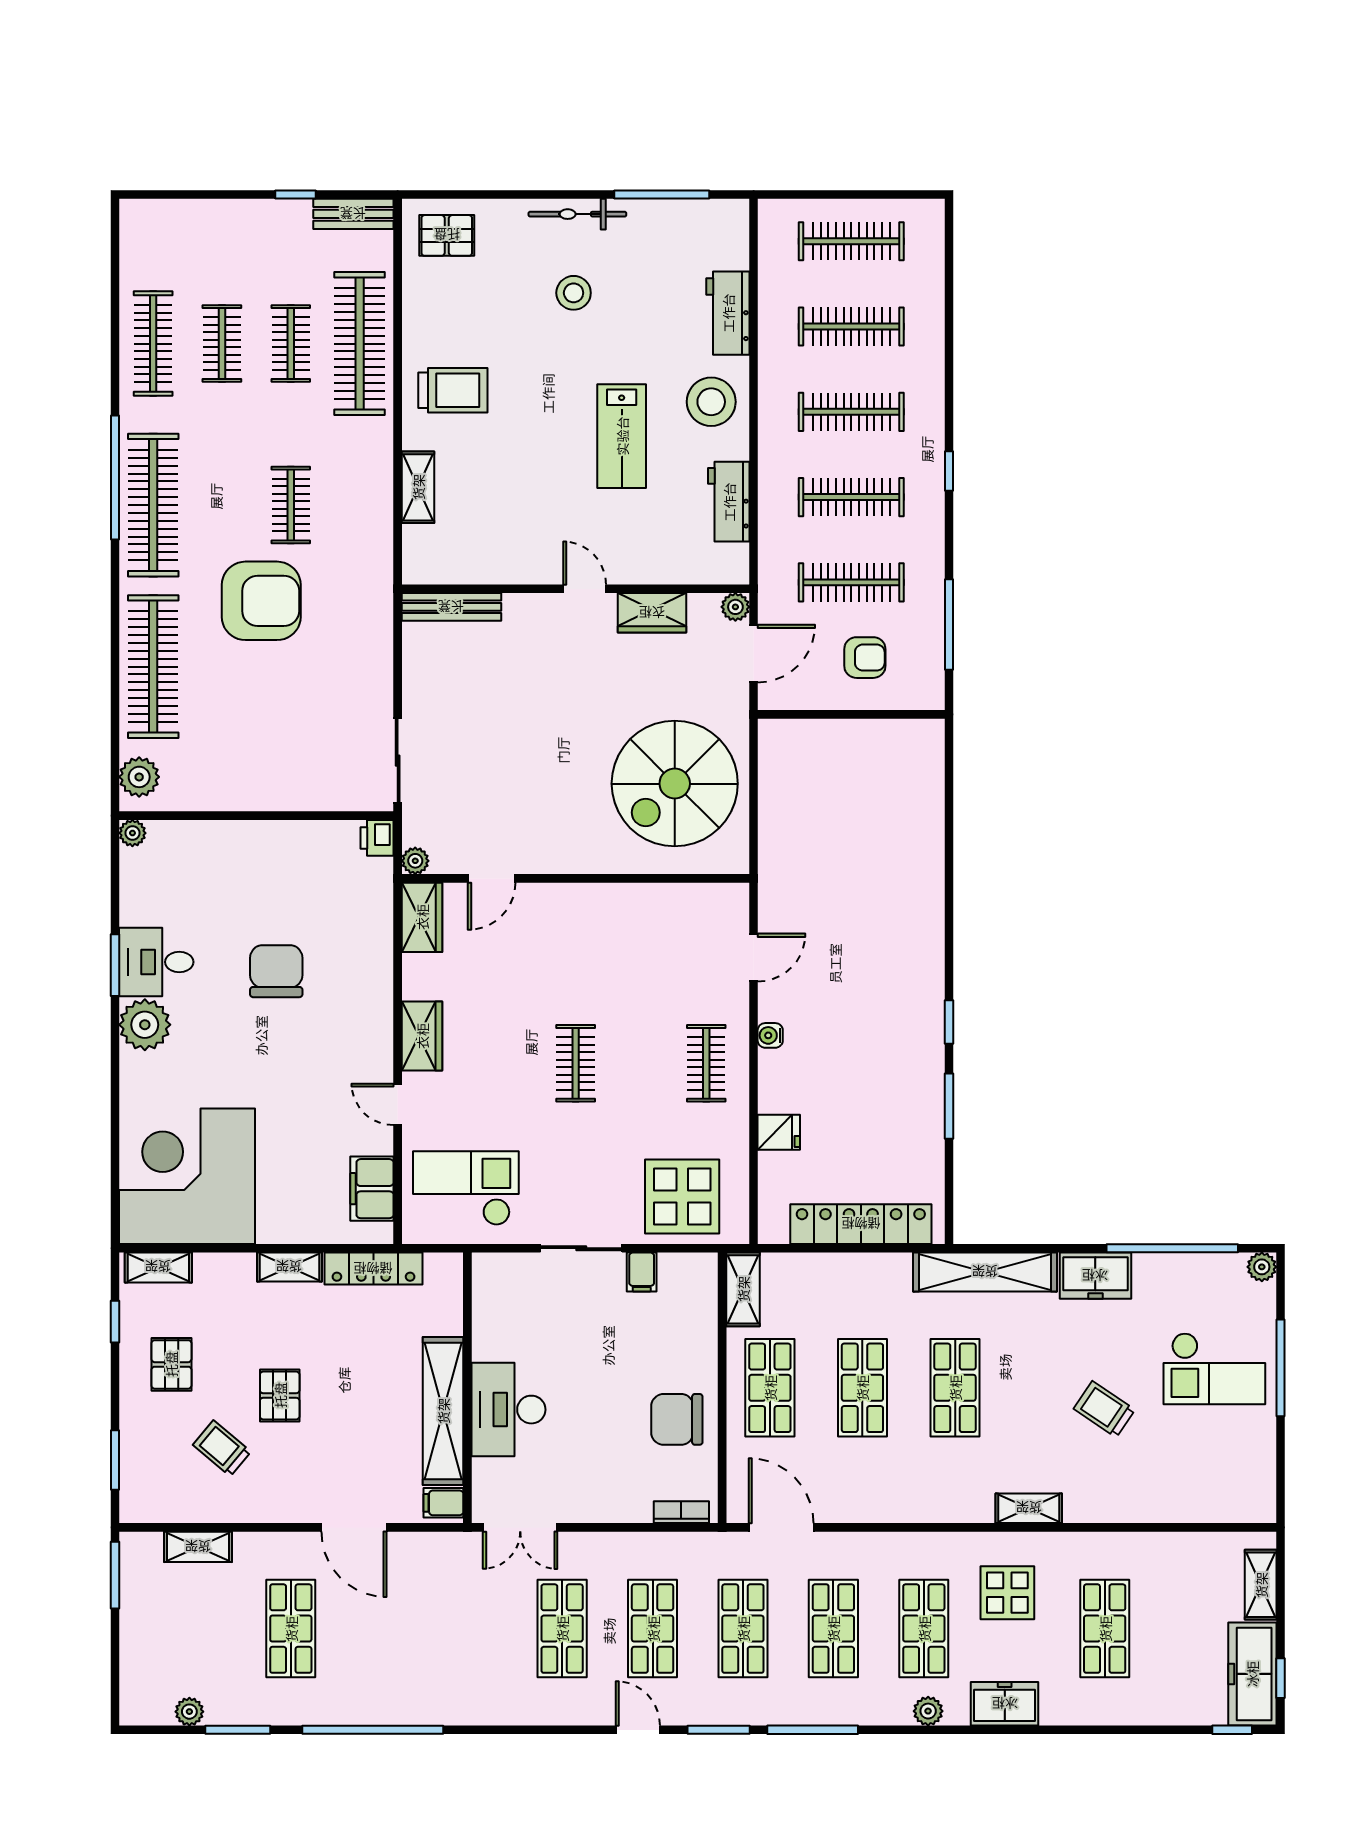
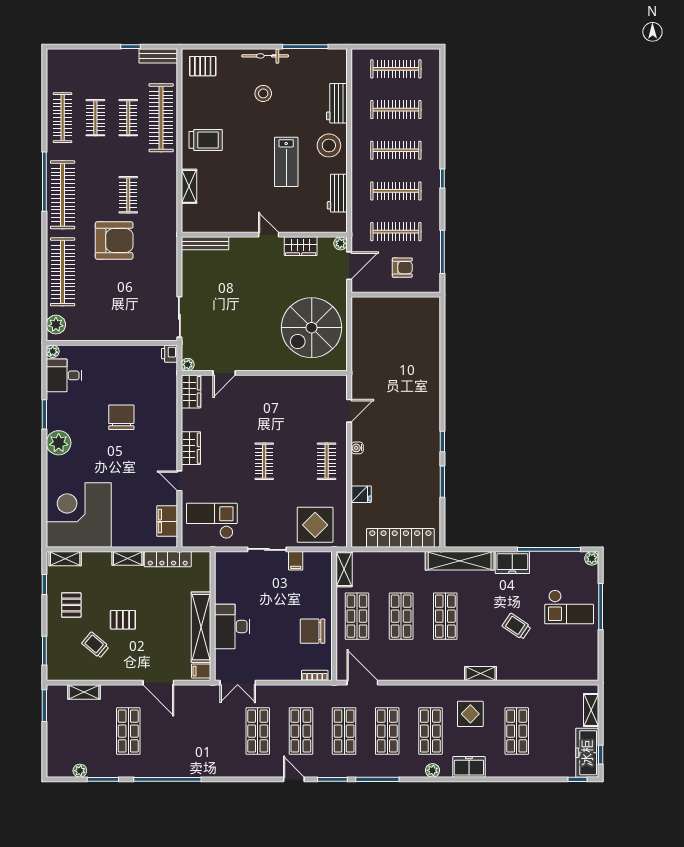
desk: (156, 962) -> (64, 375), moved
pallet: (280, 1395) -> (123, 620), turned 90

